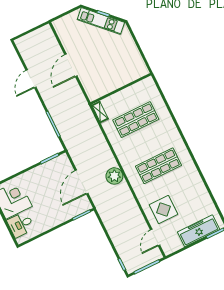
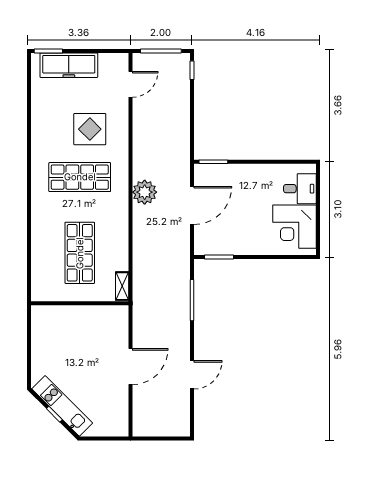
shop shelf: (136, 120) -> (80, 253), turned 90
display table: (163, 209) -> (90, 129), moved

